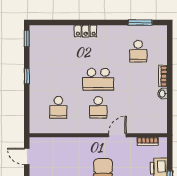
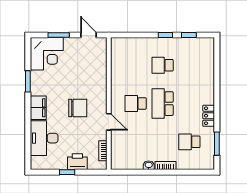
locker: (86, 31) -> (209, 116), moved
window: (27, 39) -> (189, 35), moved
school desk: (58, 107) -> (163, 65), moved
door: (27, 156) -> (88, 35), hinge flipped

